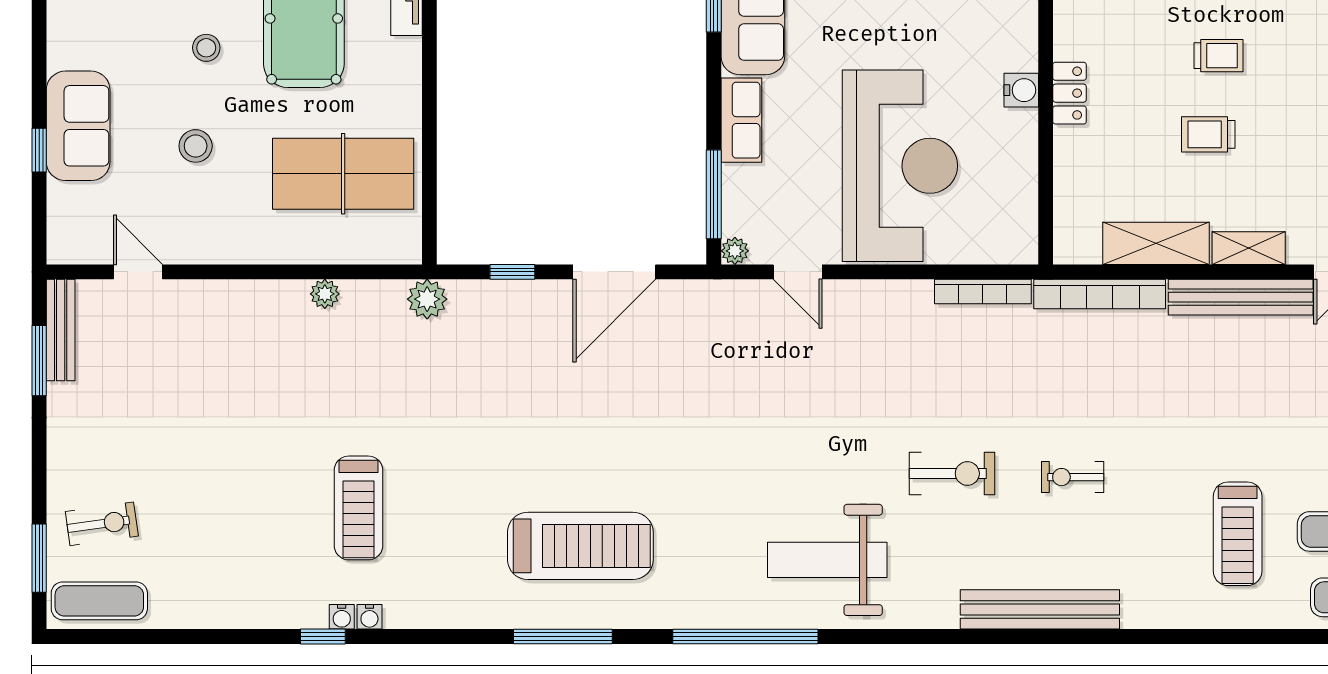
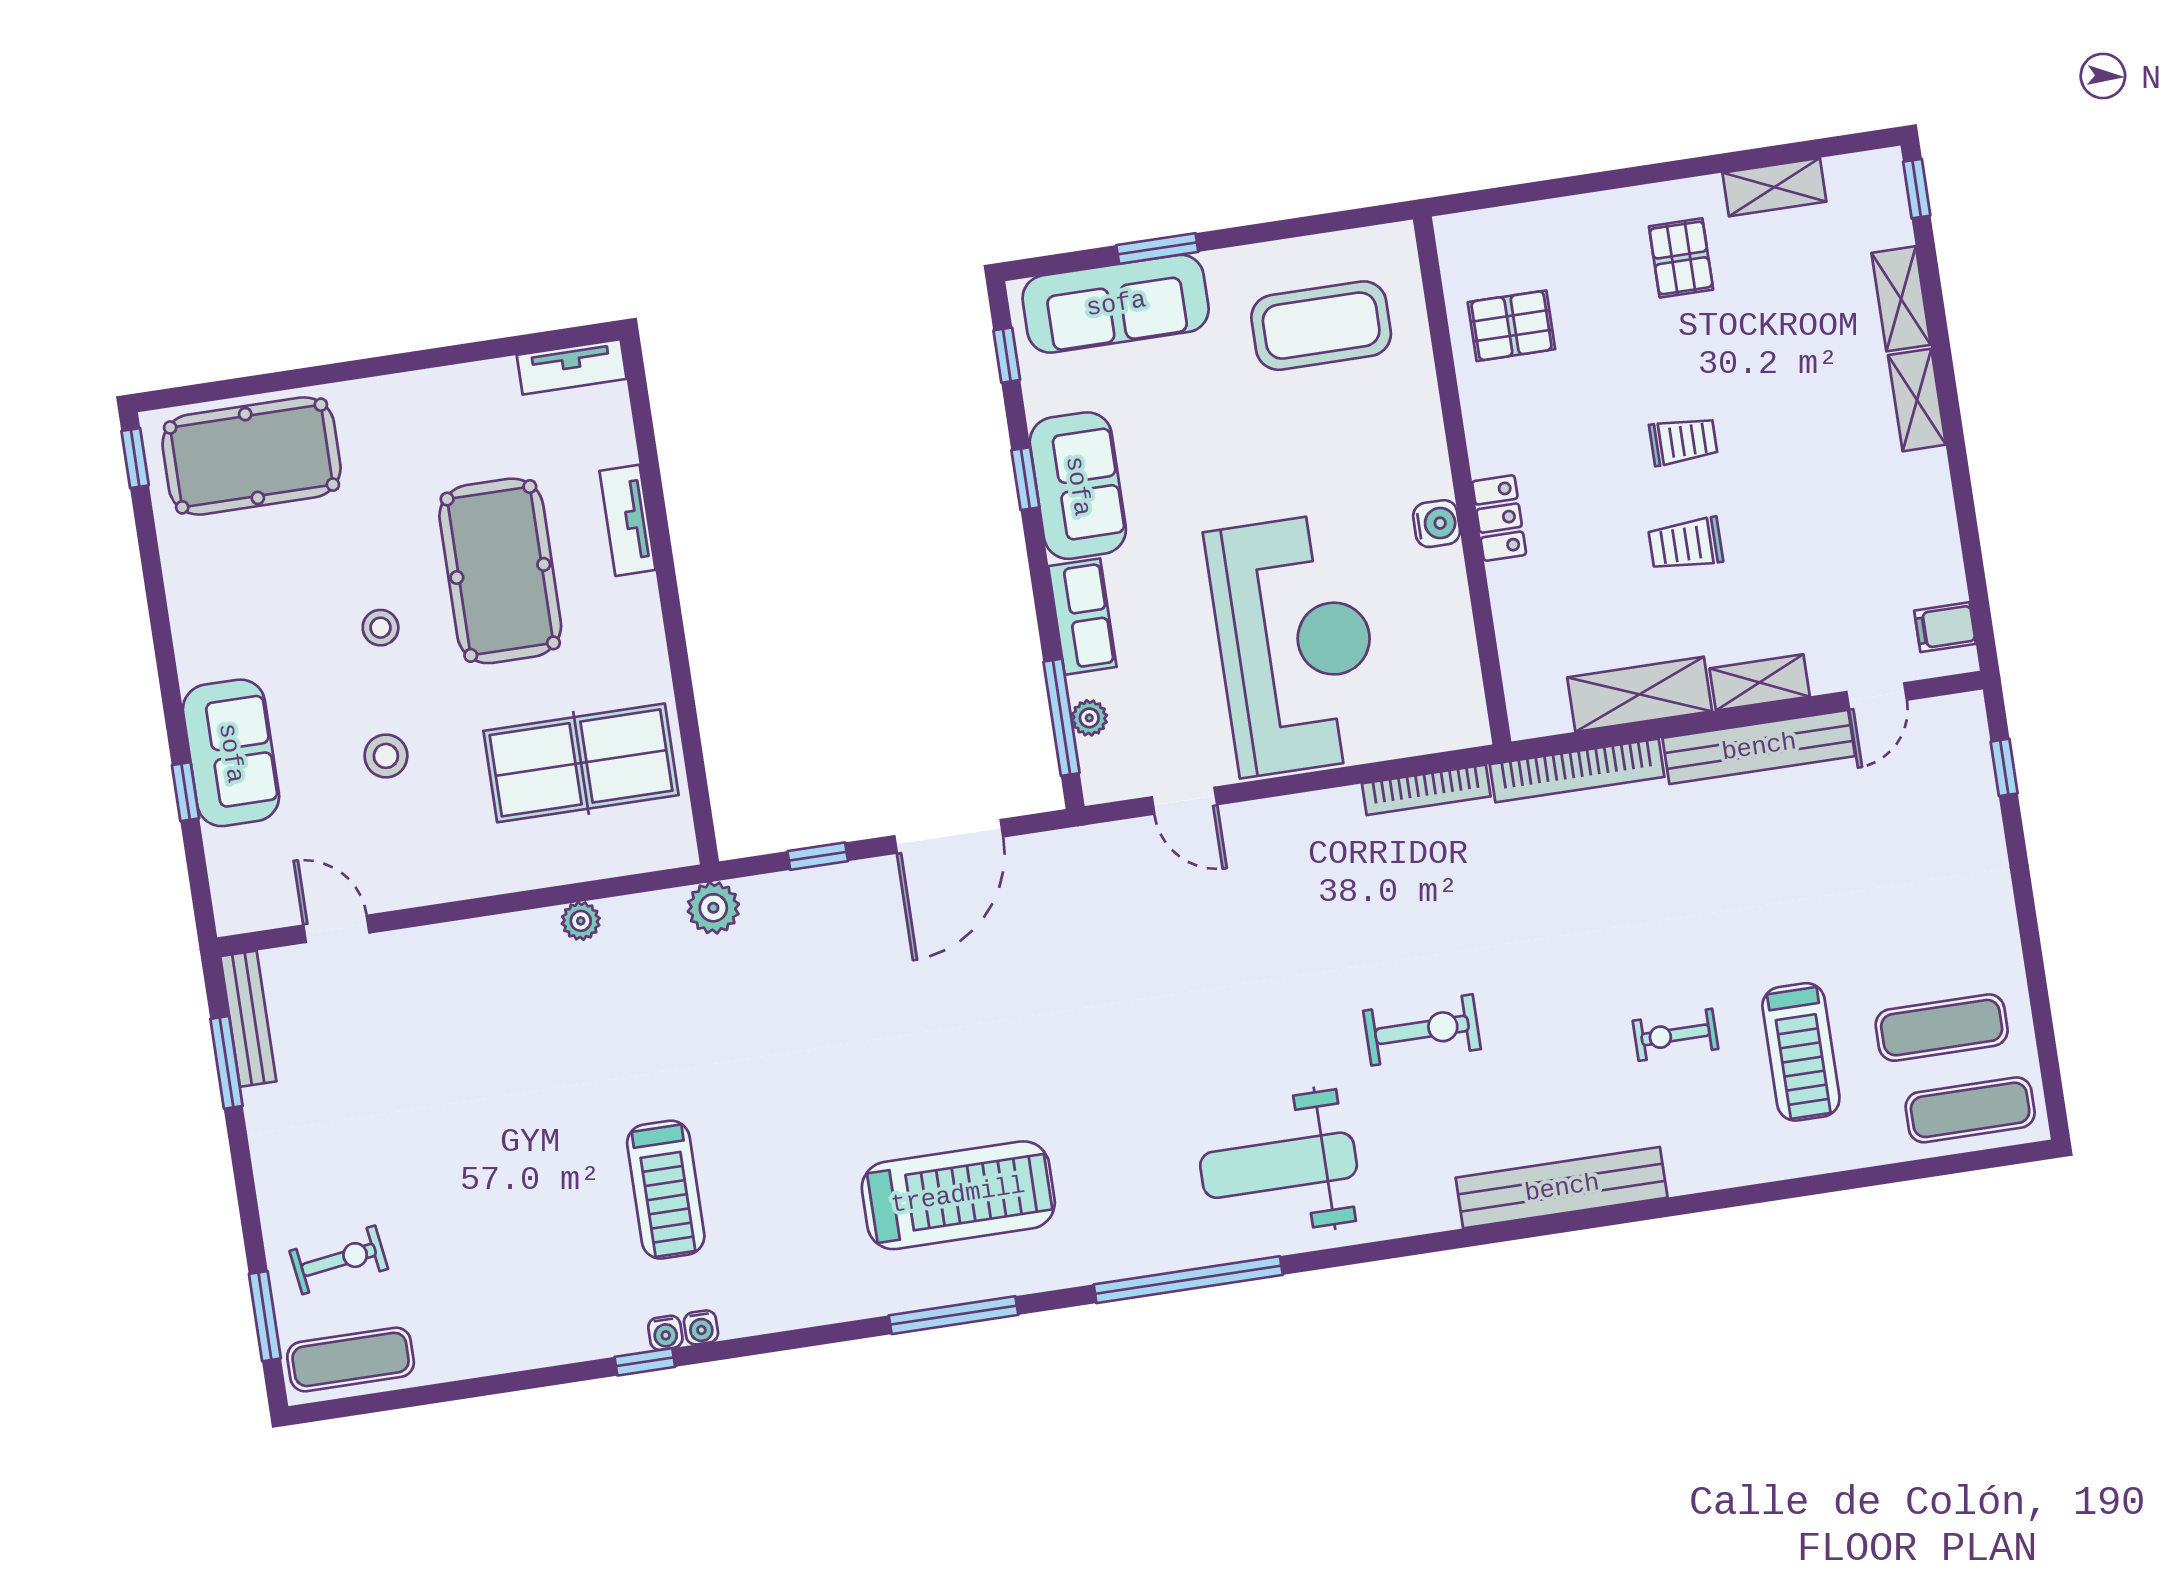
plant: (735, 251) -> (1089, 718), moved
exercise bike: (1073, 477) -> (1675, 1035), moved

